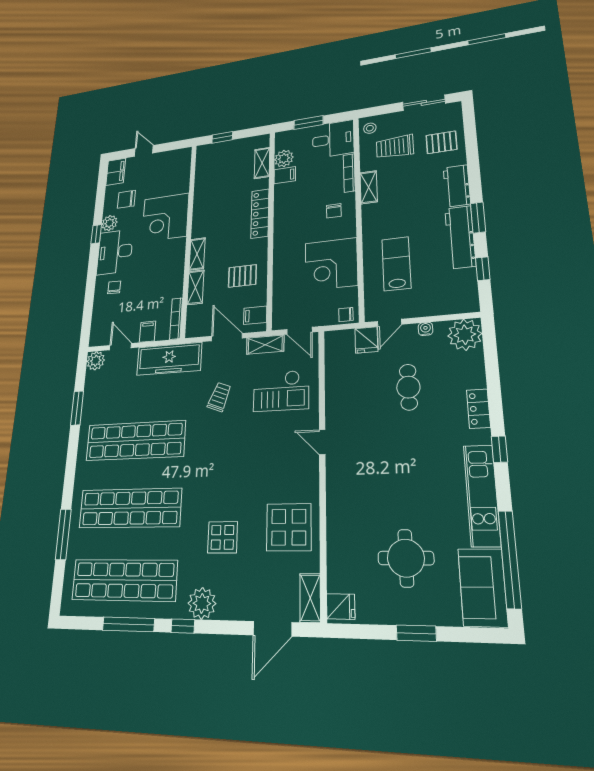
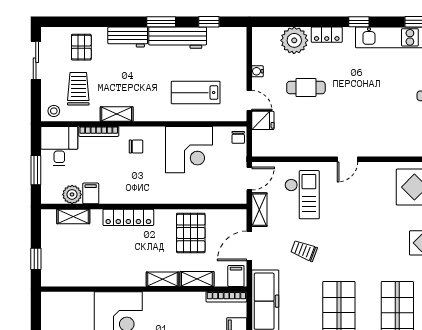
trolley: (395, 147) -> (78, 89), turned 180
pallet: (242, 276) -> (191, 233), width x1.50, depth x1.42
filing cabinet: (255, 315) -> (236, 276), moved, turned 180
plant: (465, 335) -> (294, 40), moved

